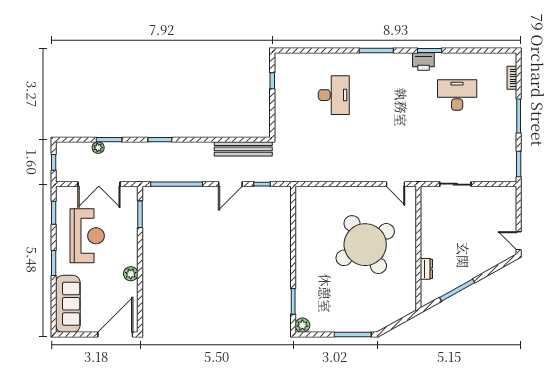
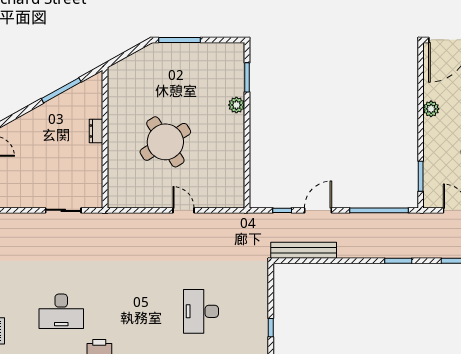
door: (396, 184) -> (183, 210), moved
round table: (365, 245) -> (165, 142), width x0.73, depth x0.73
dresser: (426, 269) -> (96, 131), moved
plant: (302, 325) -> (236, 105), moved

